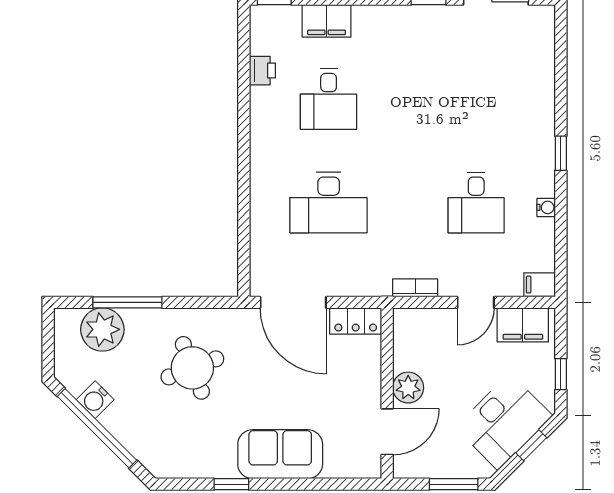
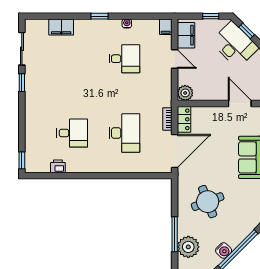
filing cabinet: (327, 21) -> (61, 27), moved, turned 90
bookcase: (415, 288) -> (167, 119), moved
plant: (408, 388) -> (185, 93), moved

